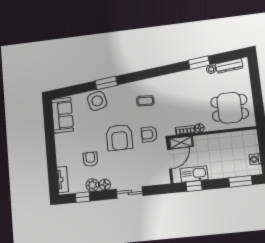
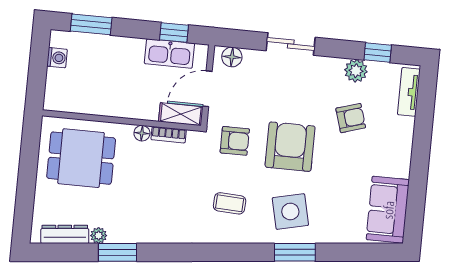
side table: (97, 101) -> (290, 212), moved
armchair: (90, 159) -> (351, 118), turned -107
floor lamp: (105, 185) -> (232, 57), moved

